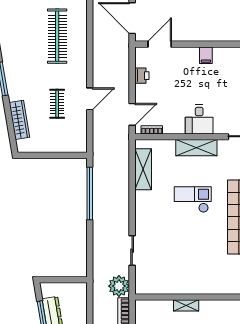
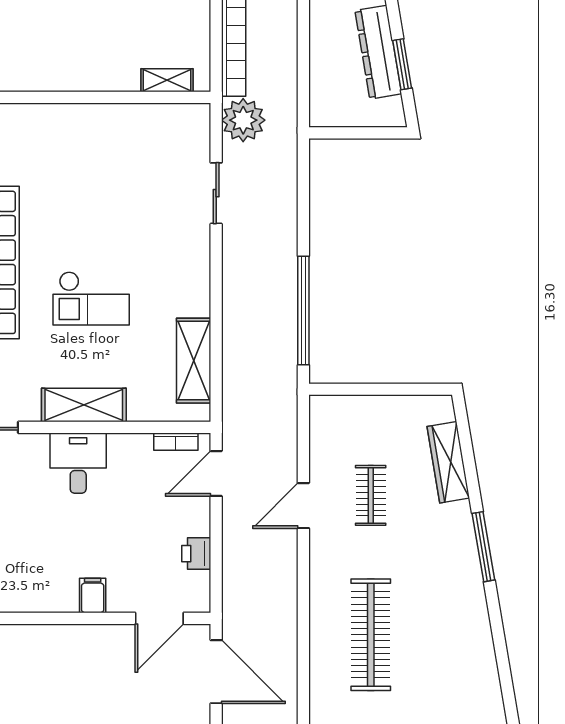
filing cabinet: (206, 55) -> (93, 595), moved
shelving: (186, 305) -> (167, 80), moved

